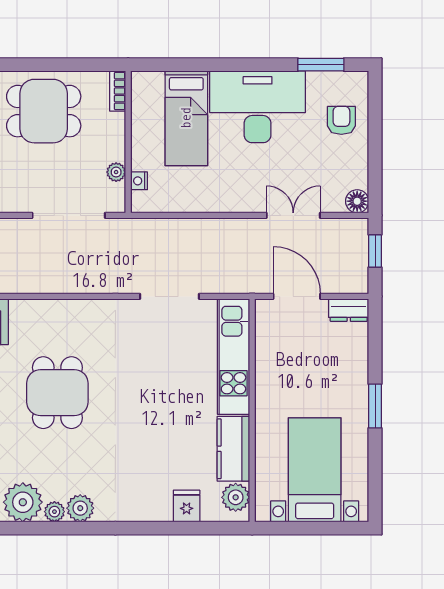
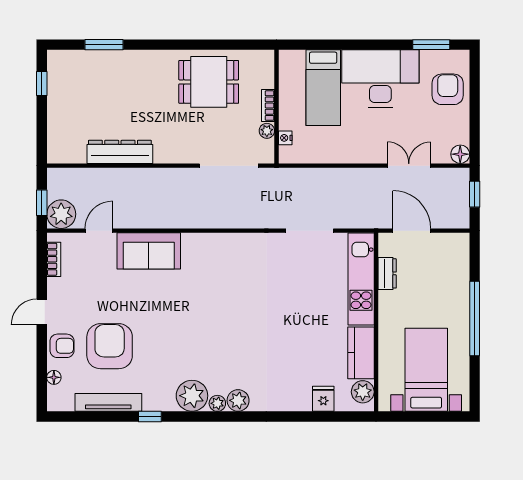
bookcase: (118, 91) -> (268, 106), moved
armchair: (341, 120) -> (448, 89), width x1.38, depth x1.38
dresser: (349, 310) -> (387, 273), moved, turned -90
dining table: (57, 393) -> (220, 308), removed
window: (375, 406) -> (475, 319), width x2.11

